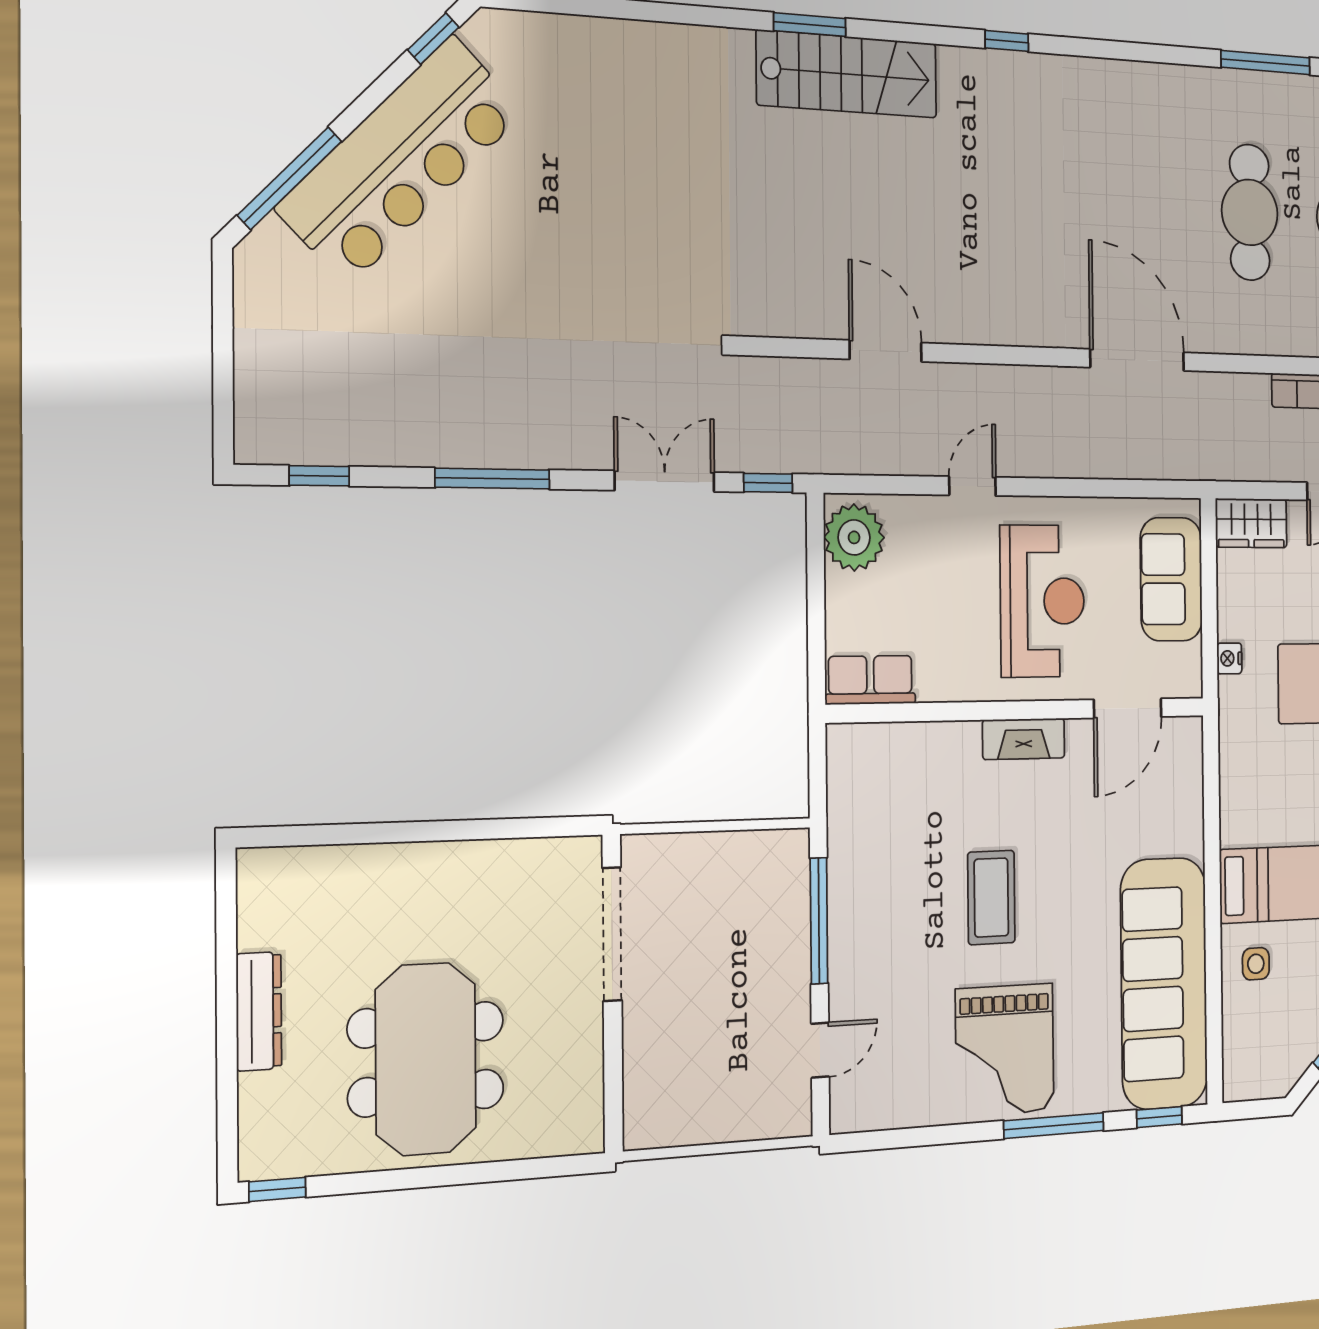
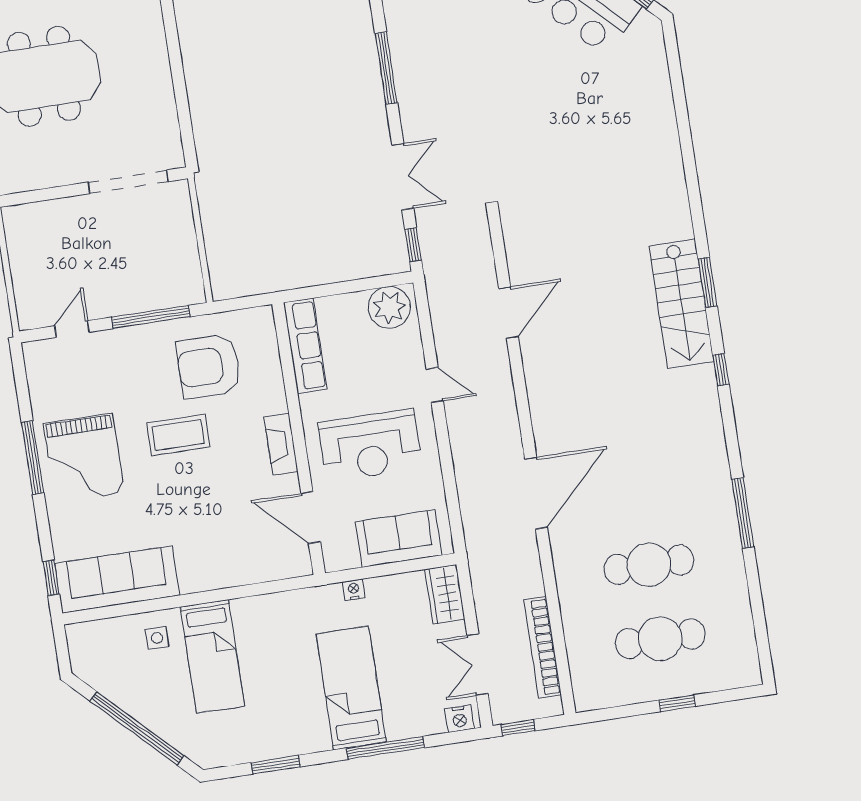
window: (810, 25) -> (708, 282), moved
window: (1266, 63) -> (743, 513), moved
stairs: (847, 74) -> (681, 304), moved
row of seats: (870, 680) -> (305, 346), width x1.48
armchair: (901, 837) -> (209, 366), added
sofa: (1164, 983) -> (117, 579), width x0.74, depth x0.79
door: (820, 1050) -> (72, 329), swing flipped
grand piano: (1005, 1050) -> (84, 458), turned -90
window: (1054, 1126) -> (33, 458), moved

